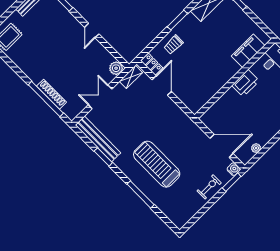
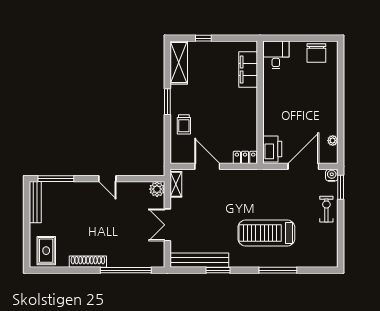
locker: (152, 64) -> (245, 157), moved
printer: (246, 83) -> (272, 149), moved
shoe rack: (52, 94) -> (88, 262), moved

